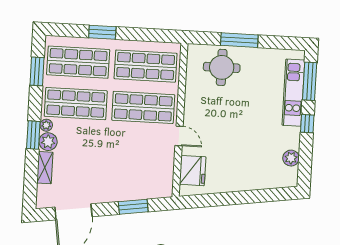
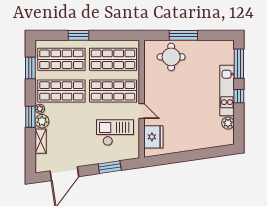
kitchen unit: (293, 93) -> (227, 90), moved
checkout: (143, 162) -> (115, 133), added

